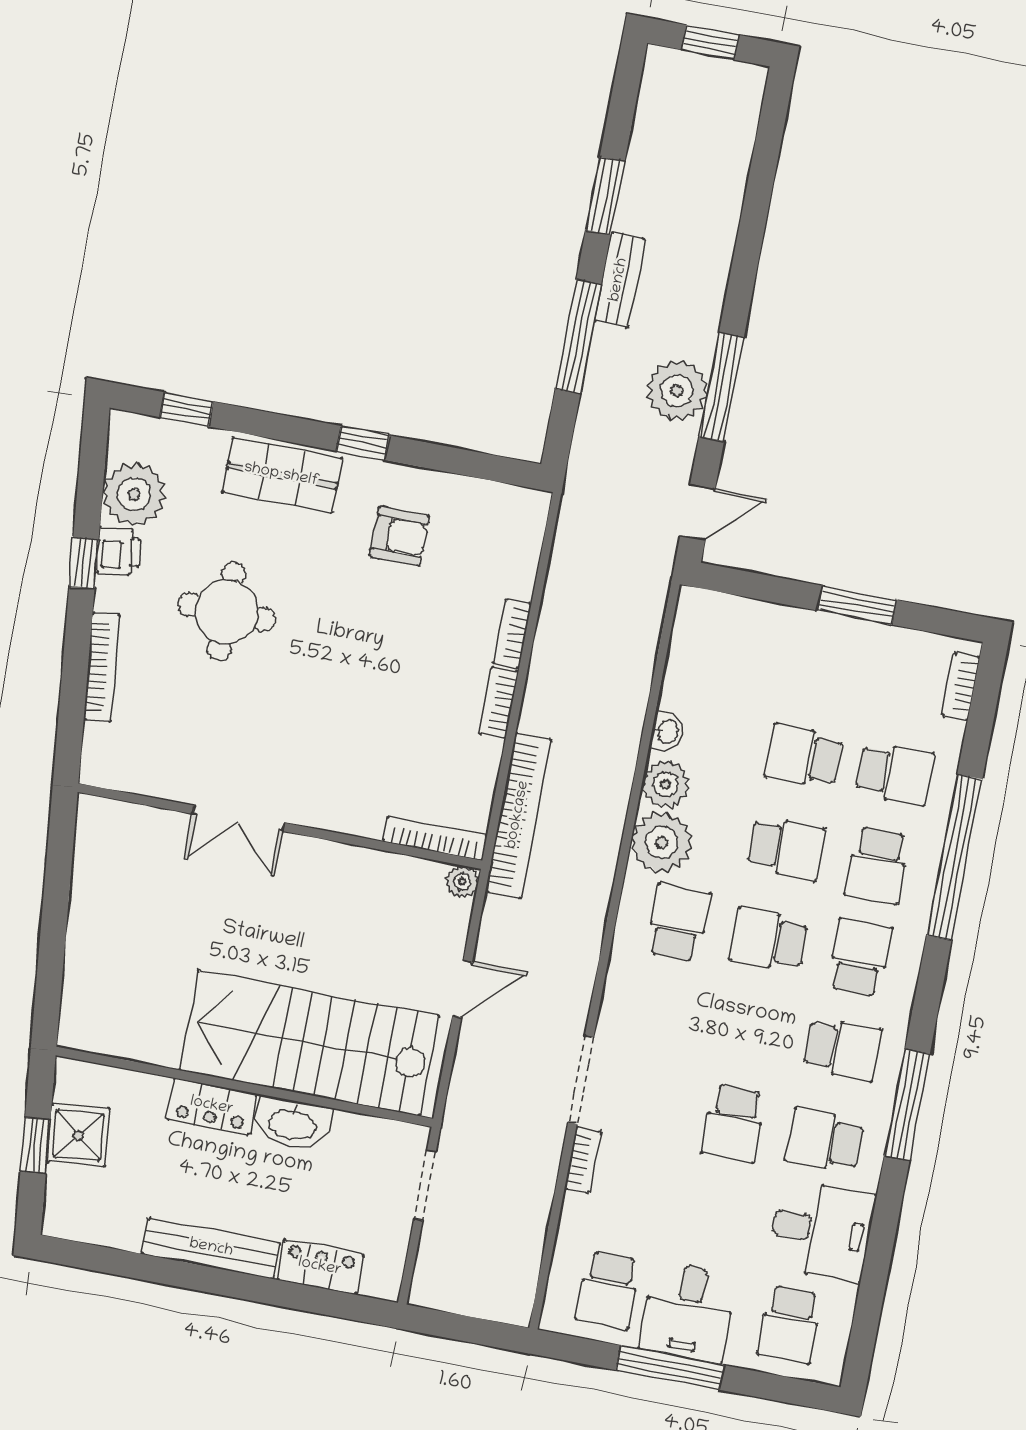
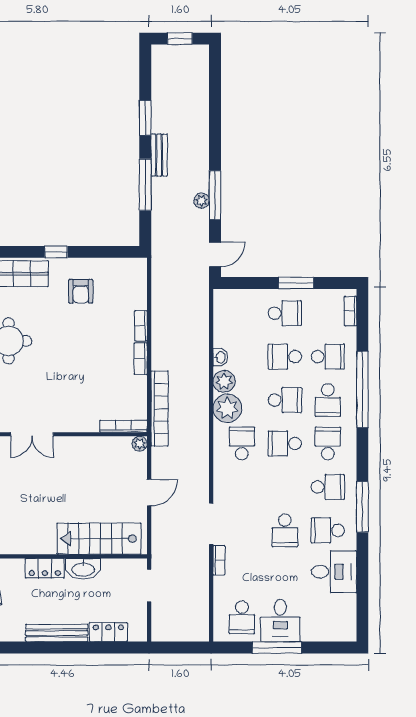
plant: (677, 391) -> (202, 201), width x0.53, depth x0.53
armchair: (399, 536) -> (81, 291), turned 90
stairs: (309, 1043) -> (99, 539), width x0.73, depth x0.66
school desk: (790, 1324) -> (285, 313), moved, turned -90

